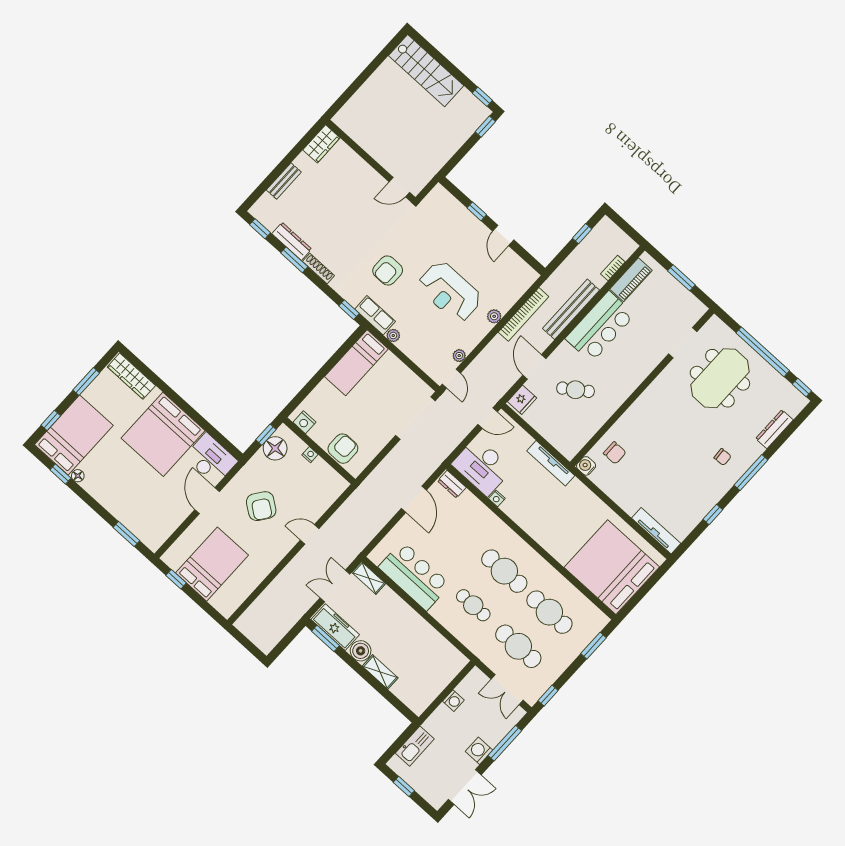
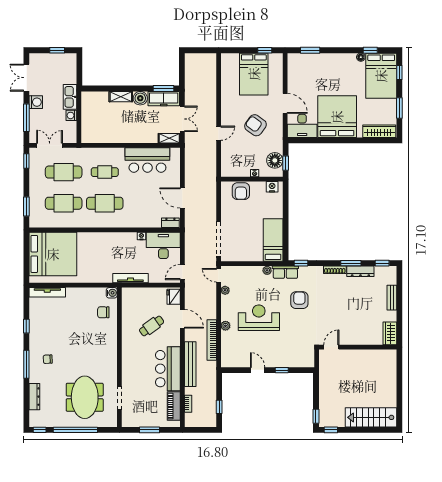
kitchen sink: (415, 746) -> (70, 97), moved

